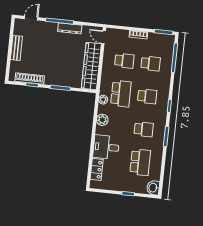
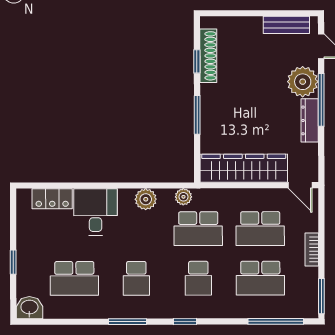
plant: (49, 30) -> (303, 82), added
door: (104, 37) -> (300, 185), swing flipped
bench: (16, 48) -> (286, 25), moved
school desk: (124, 61) -> (260, 229), width x1.85
school desk: (151, 63) -> (260, 278), width x1.85

